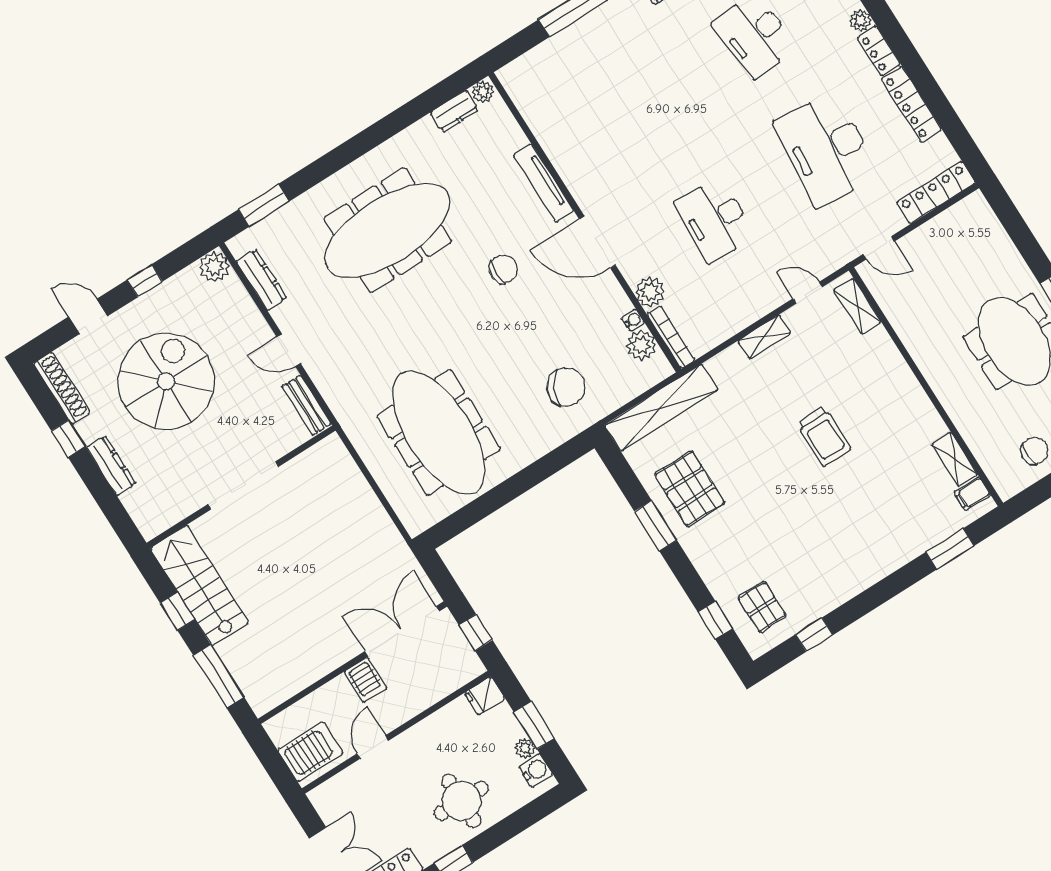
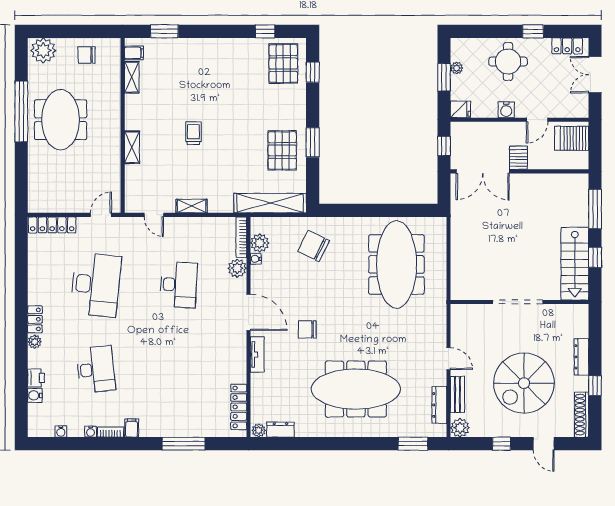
locker: (911, 104) -> (239, 407), moved, turned 180
tv unit: (543, 183) -> (257, 354), width x0.71
door: (879, 248) -> (101, 215), hinge flipped
shelving: (857, 306) -> (132, 147), moved
bench: (307, 405) -> (457, 395), moved
trolley: (824, 436) -> (193, 133), width x0.73, depth x0.72
pallet: (762, 607) -> (283, 64), width x1.50, depth x1.42
water cooler: (536, 771) -> (506, 110), moved, turned -90

